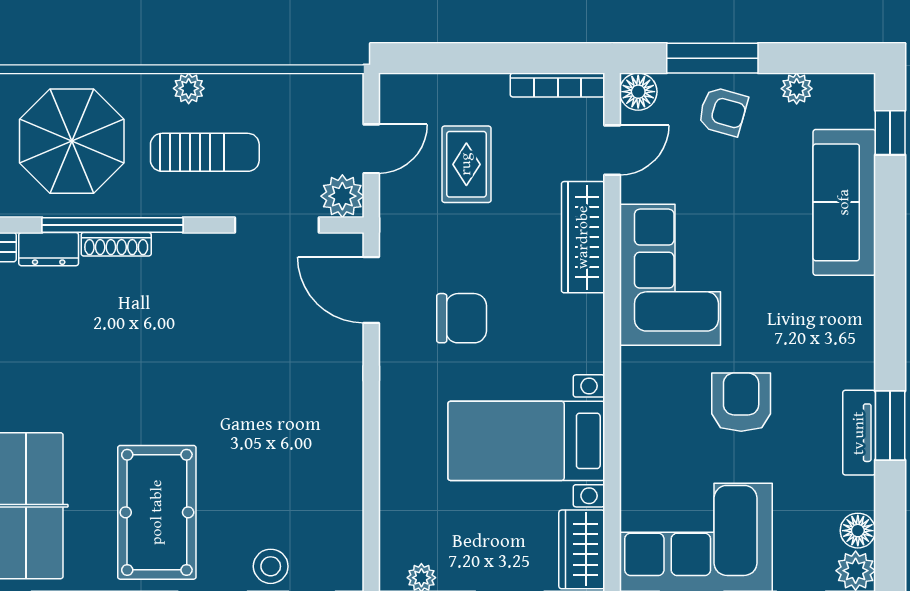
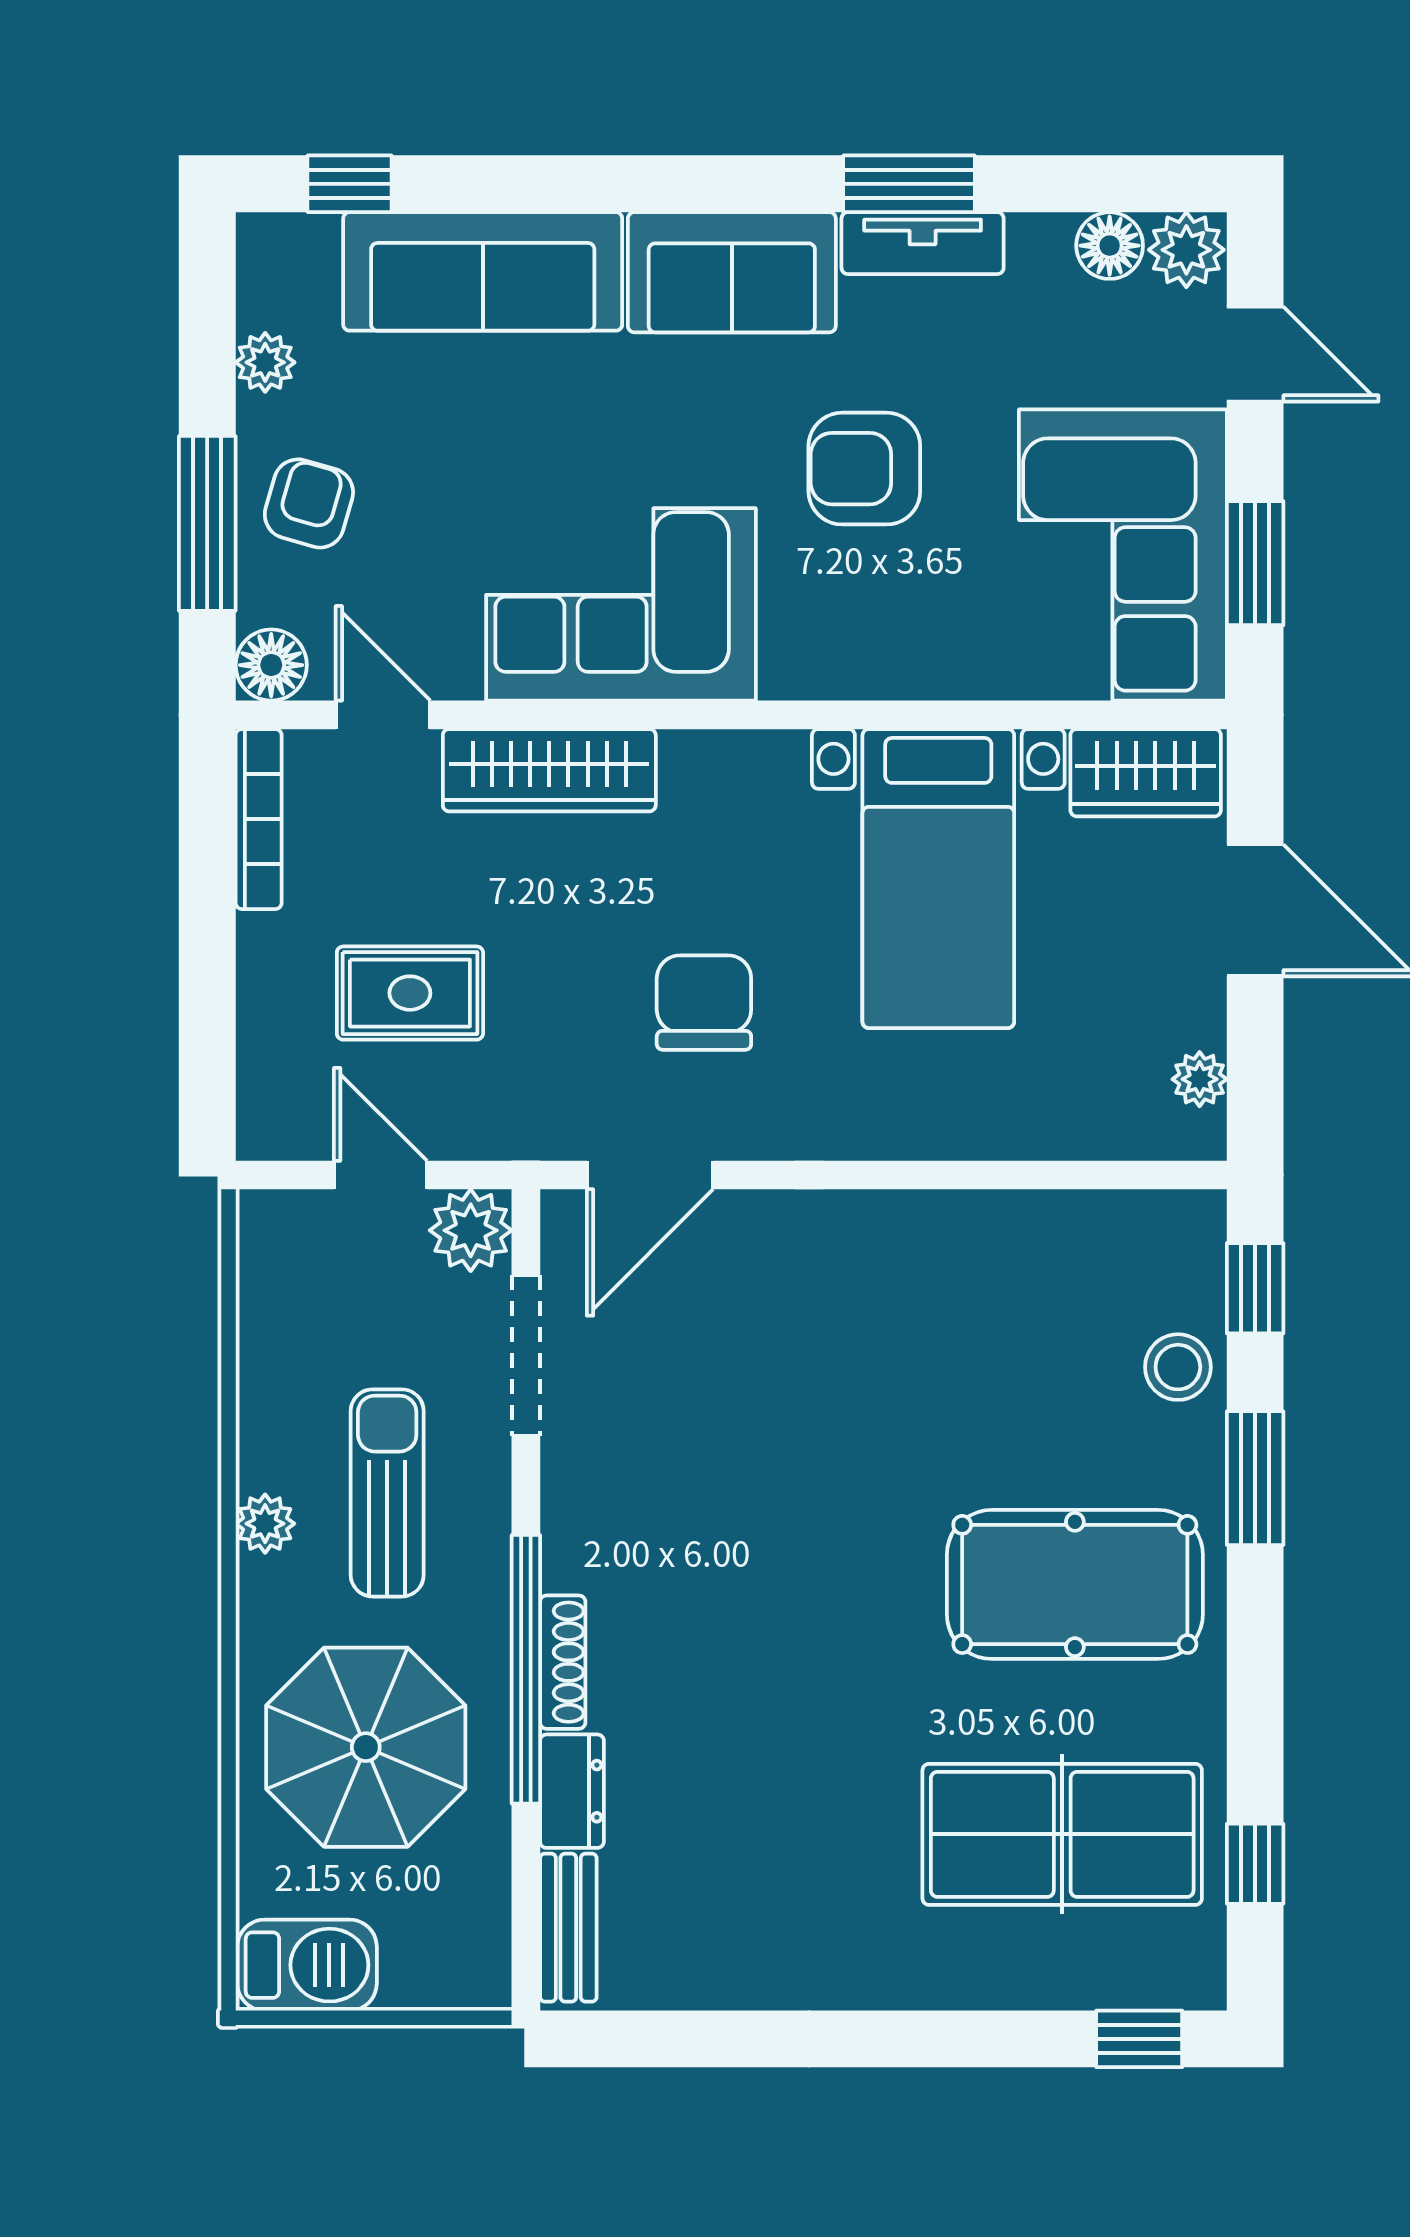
sofa: (844, 333) -> (732, 272), added

